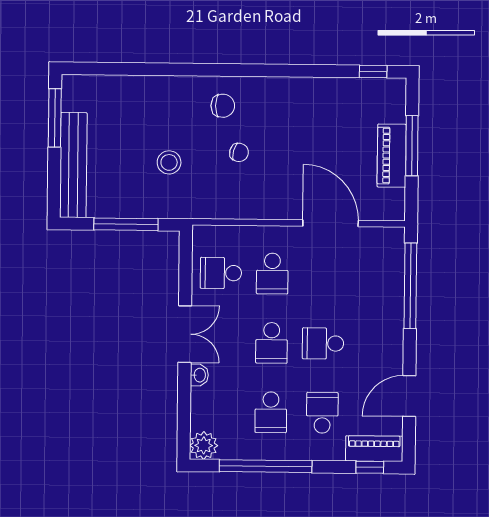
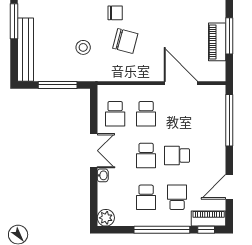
chair: (239, 152) -> (125, 41), width x1.87, depth x1.87
school desk: (221, 273) -> (115, 114), turned -90
window: (266, 466) -> (162, 230), moved

